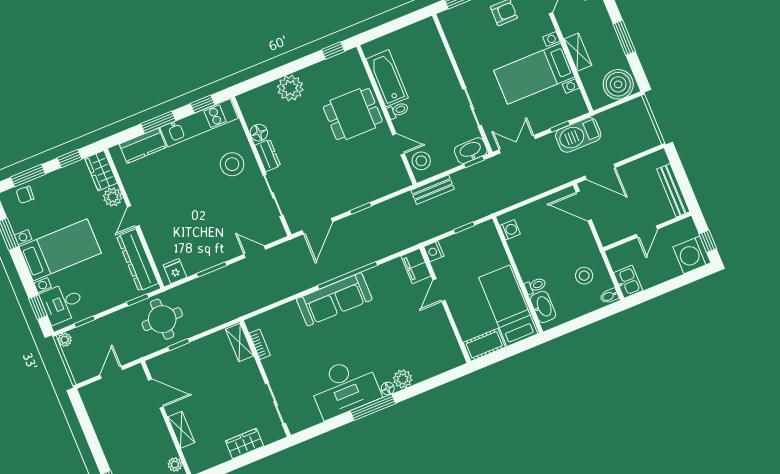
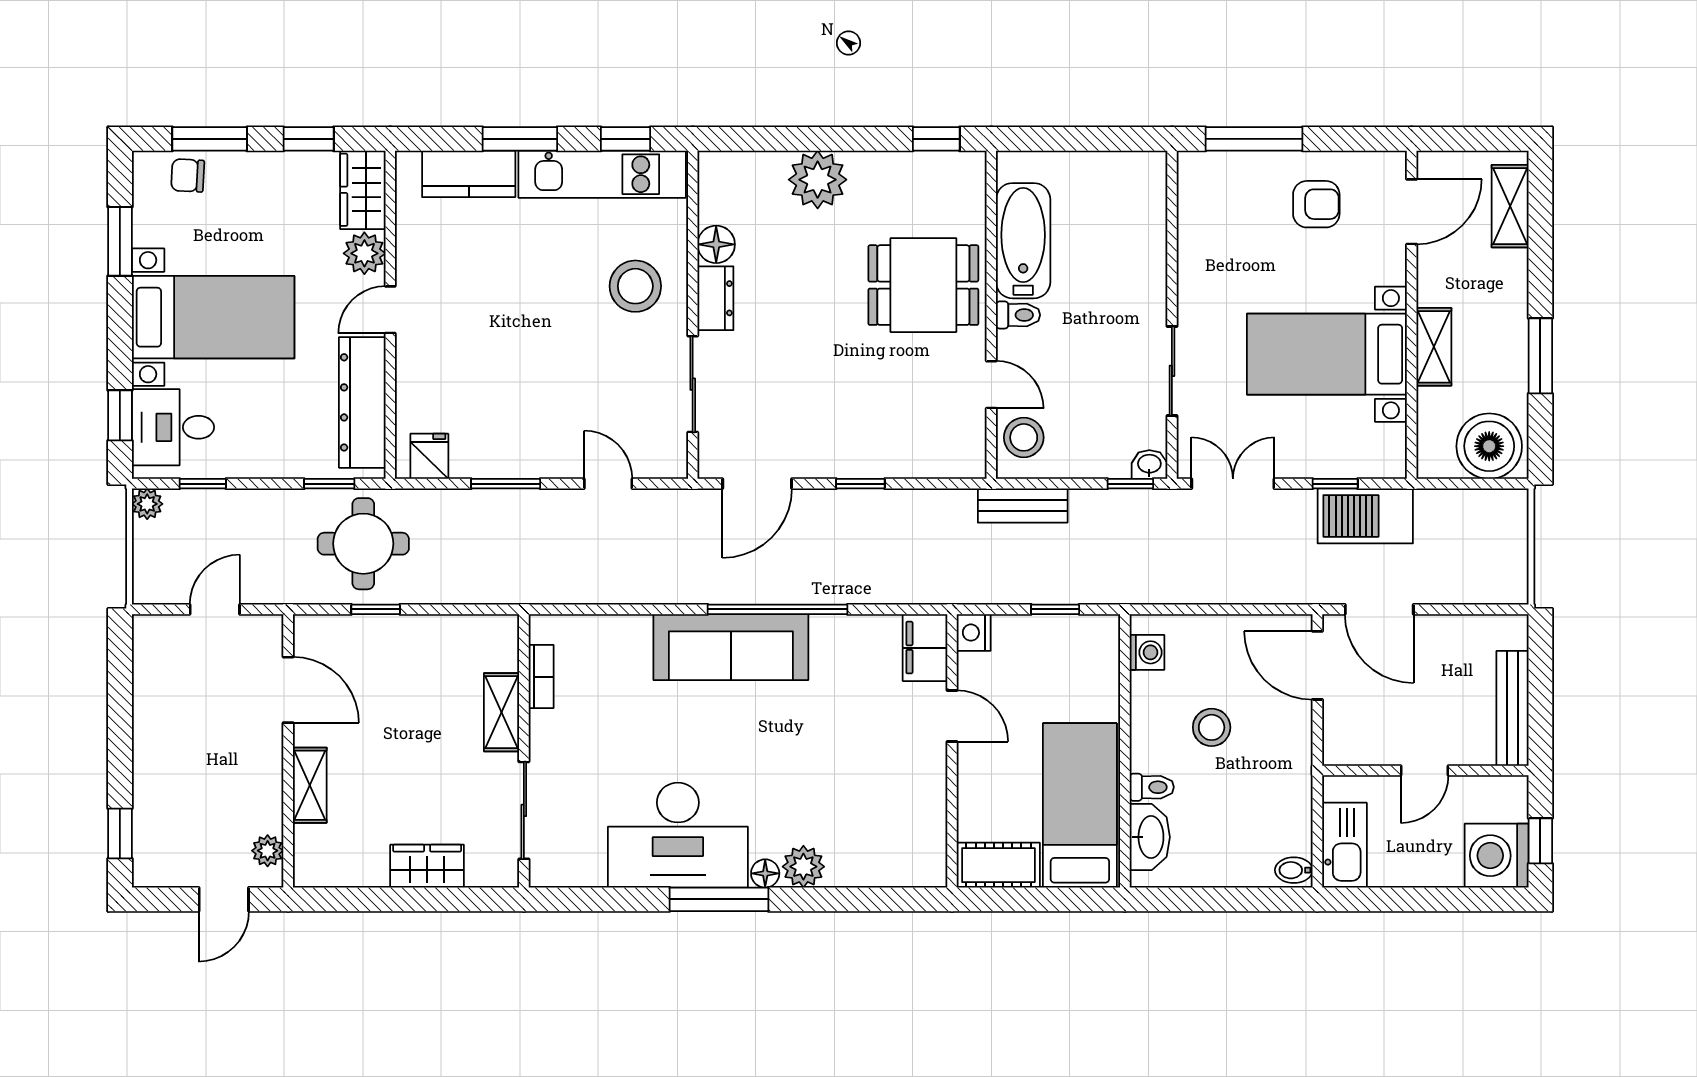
washbasin: (471, 151) -> (1149, 465), width x0.52, depth x0.69
stool: (584, 276) -> (1212, 727), moved
kitchen sink: (628, 282) -> (1344, 845), width x1.38
door: (439, 290) -> (952, 716), swing flipped
shelving: (240, 342) -> (501, 712), moved

